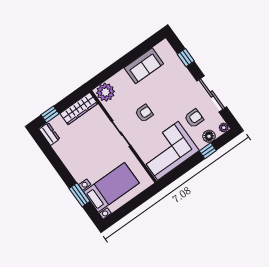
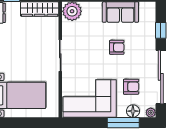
sliding door: (212, 94) -> (161, 77), width x1.36
armchair: (144, 113) -> (117, 47), moved
window: (208, 151) -> (123, 123), width x2.17

